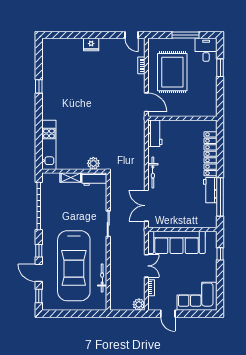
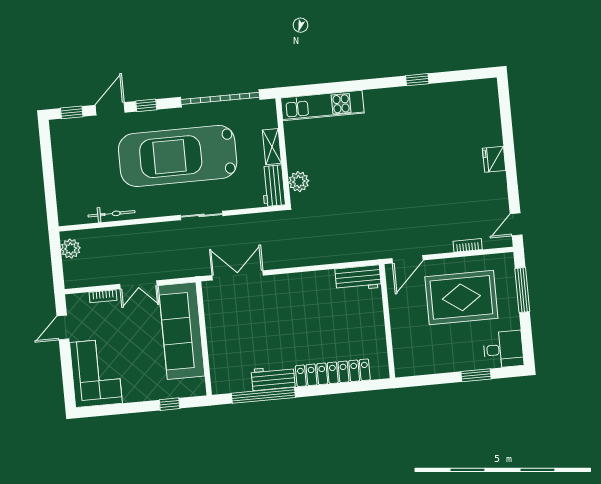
window: (186, 35) -> (522, 290), moved
bicycle: (153, 172) -> (293, 281), removed
car: (74, 266) -> (178, 156), moved
plant: (139, 305) -> (71, 249), moved

